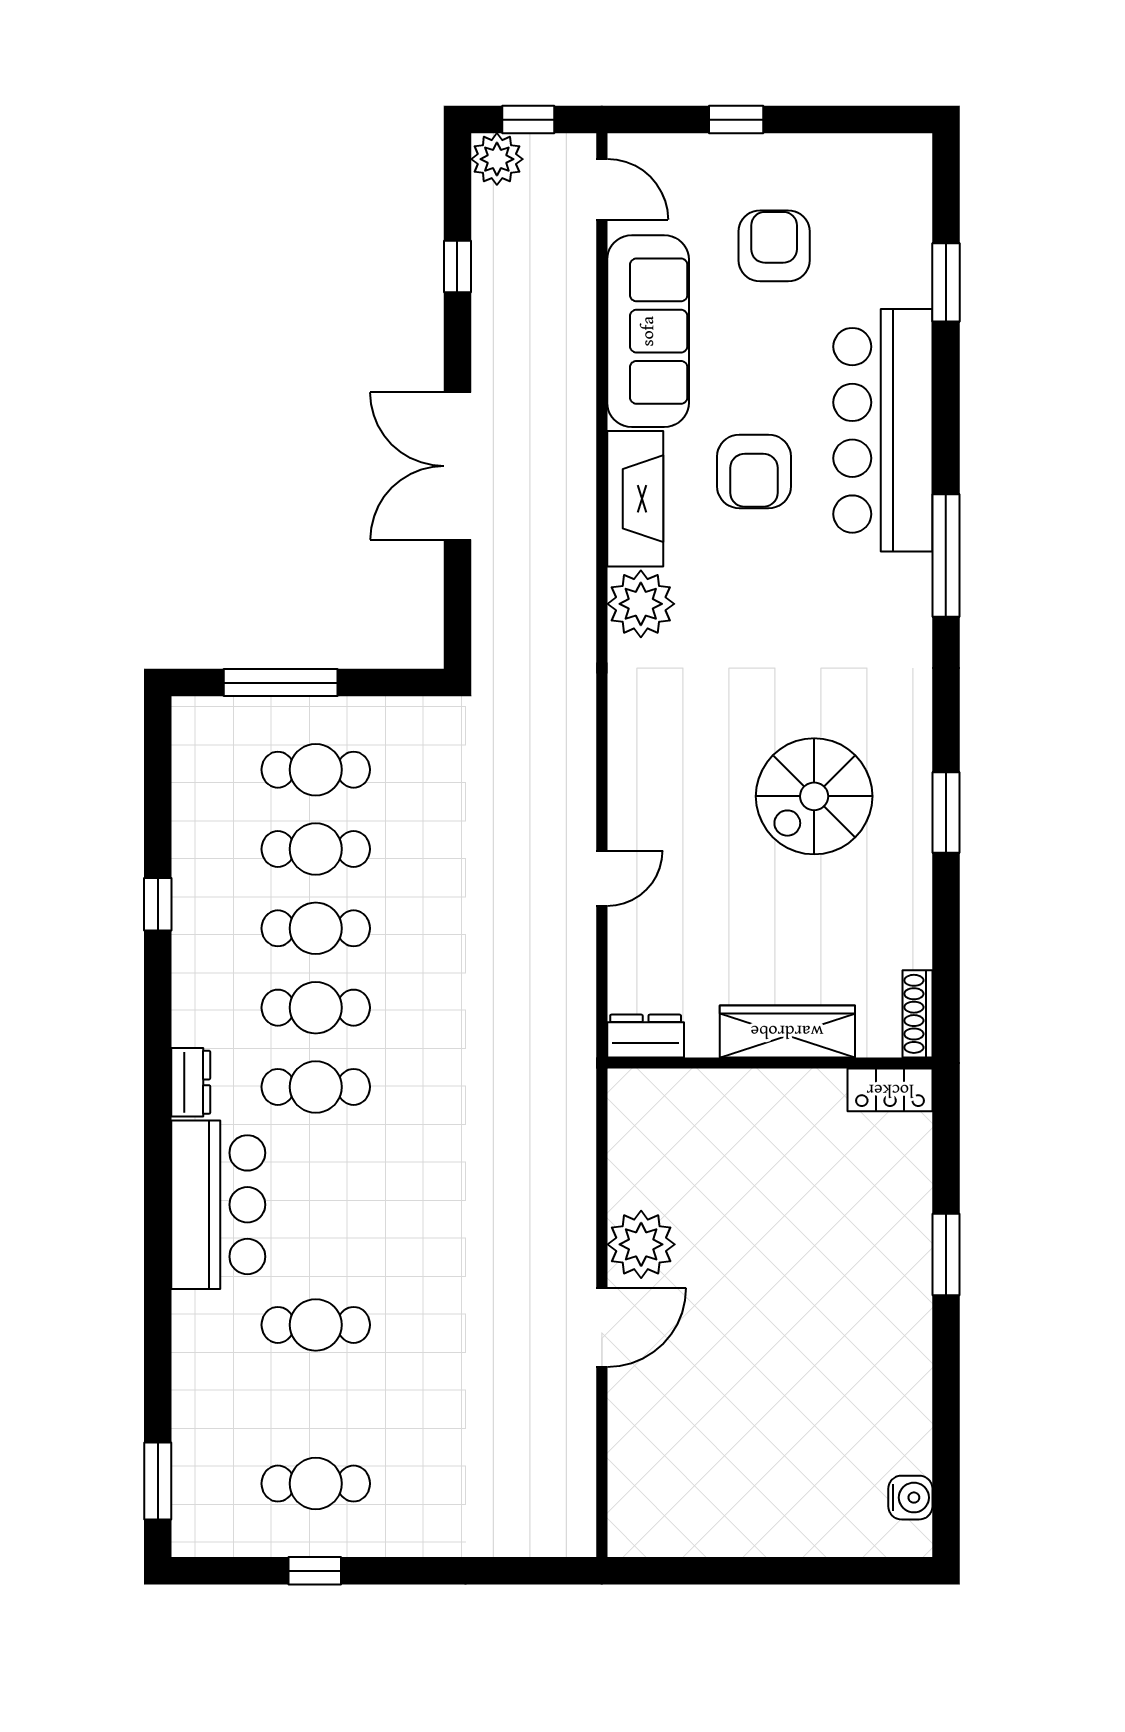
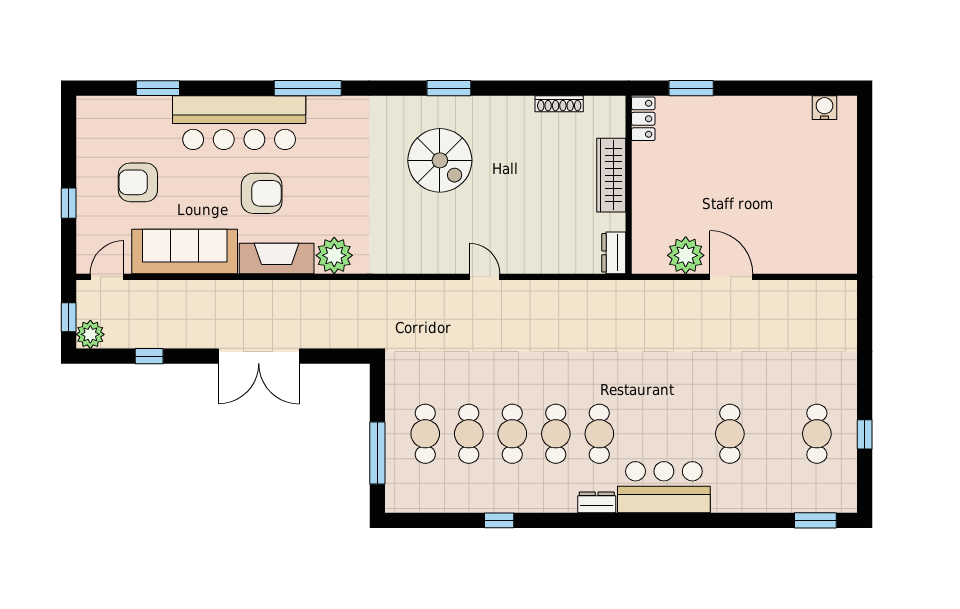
wardrobe: (787, 1031) -> (611, 175), moved
dresser: (646, 1036) -> (614, 253), moved
wall: (770, 1063) -> (629, 185), moved
locker: (890, 1090) -> (643, 119), moved

